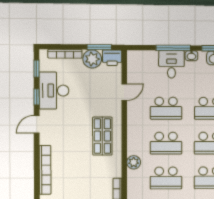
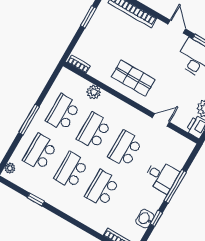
washbasin: (191, 56) -> (159, 199), removed
door: (124, 92) -> (161, 120), swing flipped

